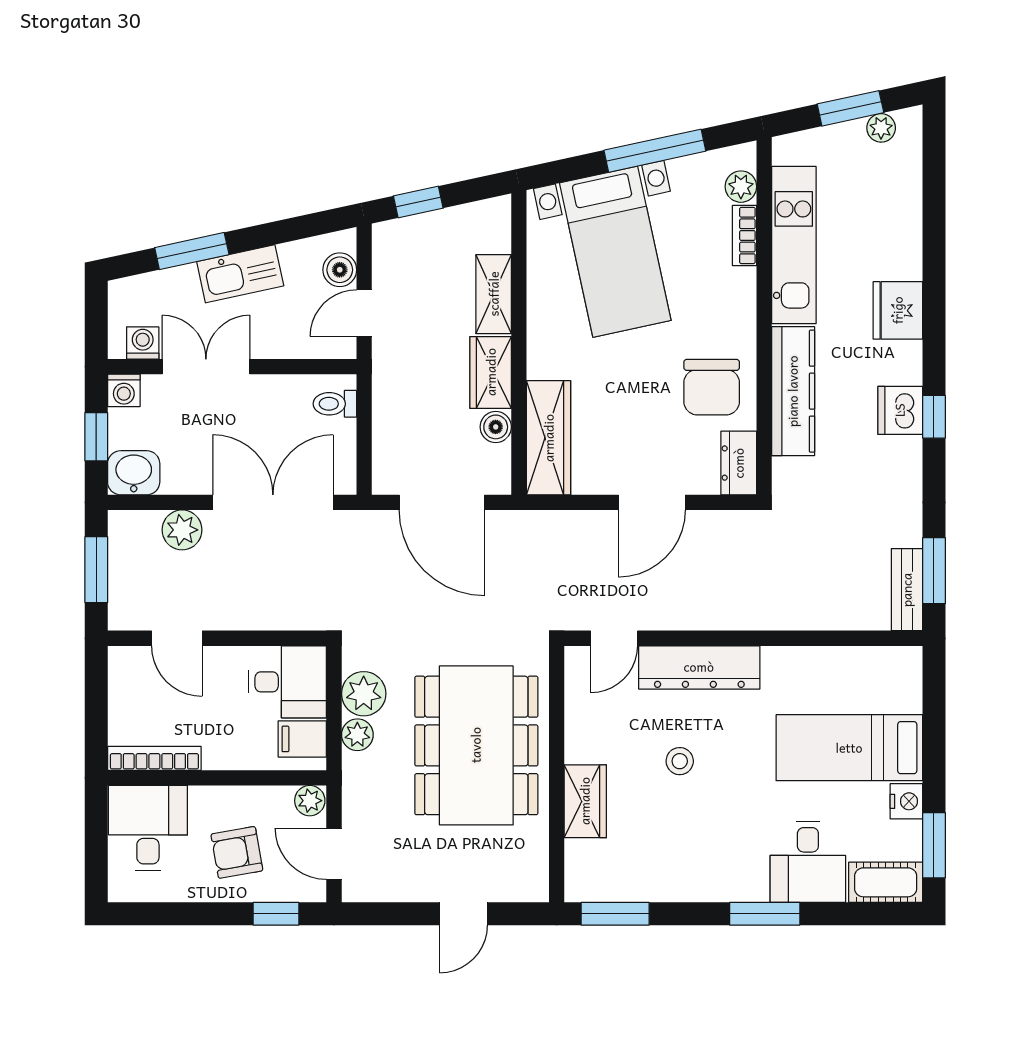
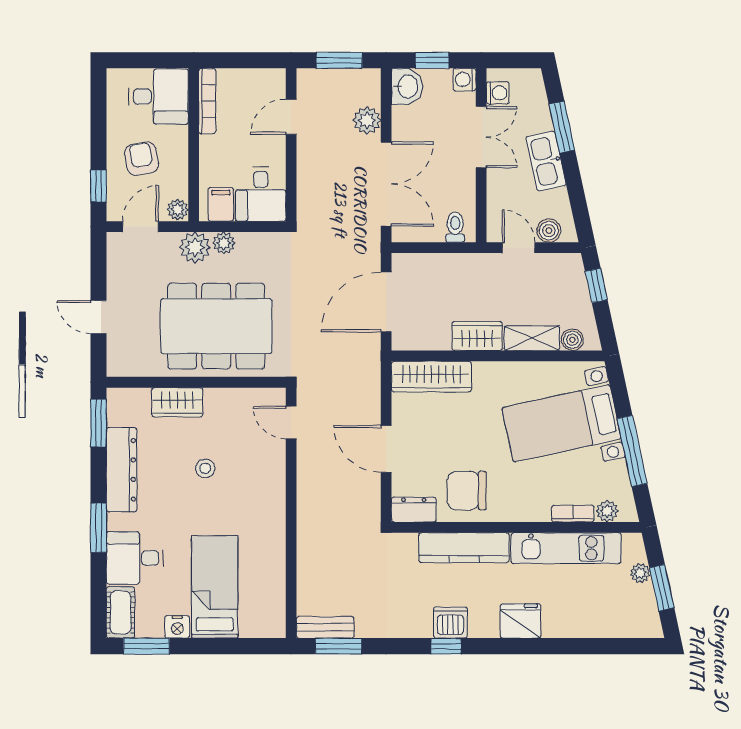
plant: (881, 128) -> (640, 573), moved
boiler: (496, 427) -> (572, 340), moved
dresser: (699, 667) -> (122, 470), moved, turned 180
plant: (364, 694) -> (195, 247), moved

